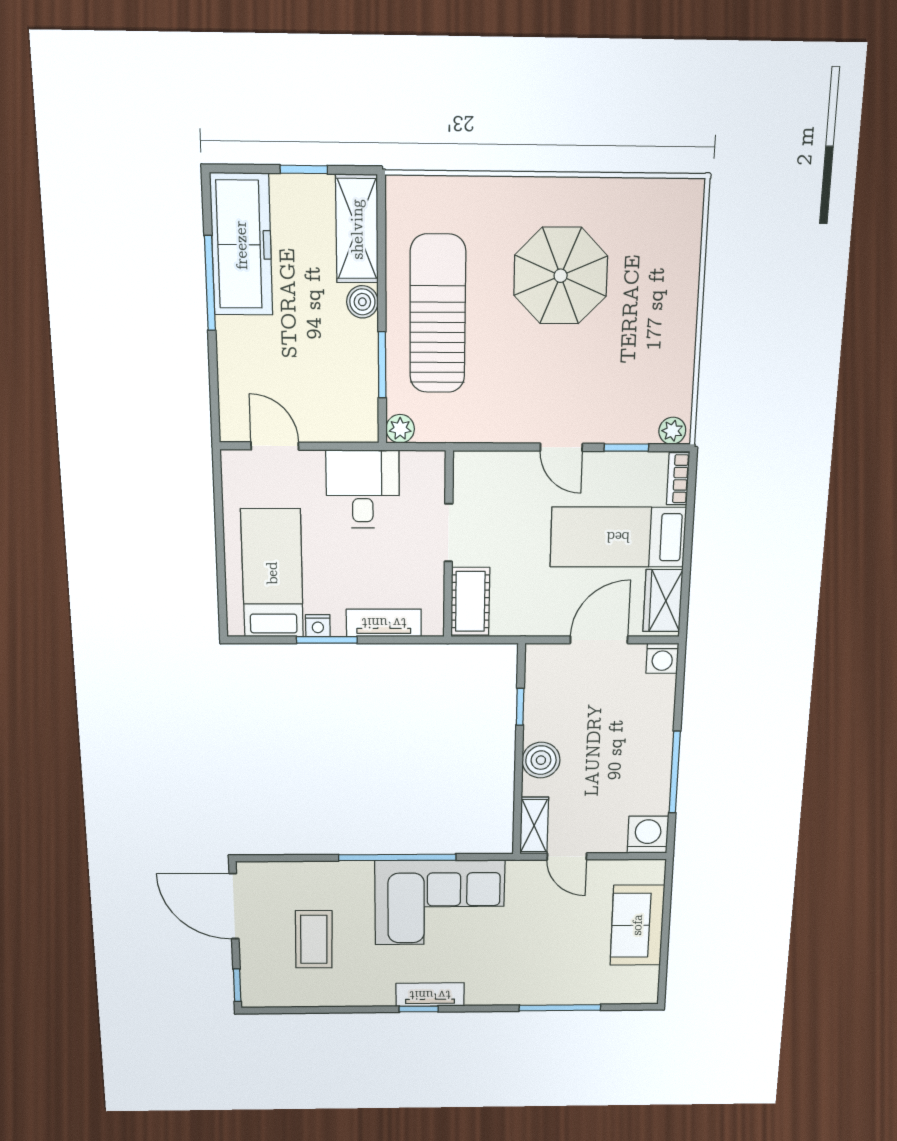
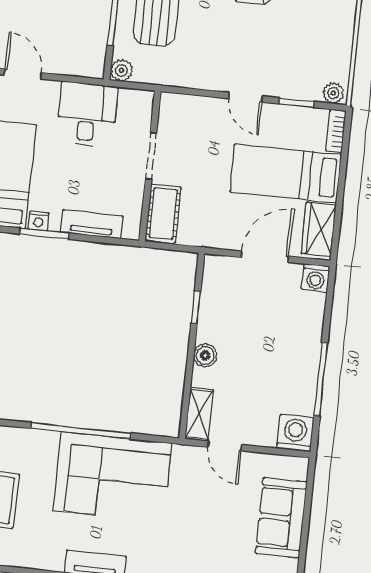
boiler: (541, 760) -> (205, 355), width x0.73, depth x0.73

